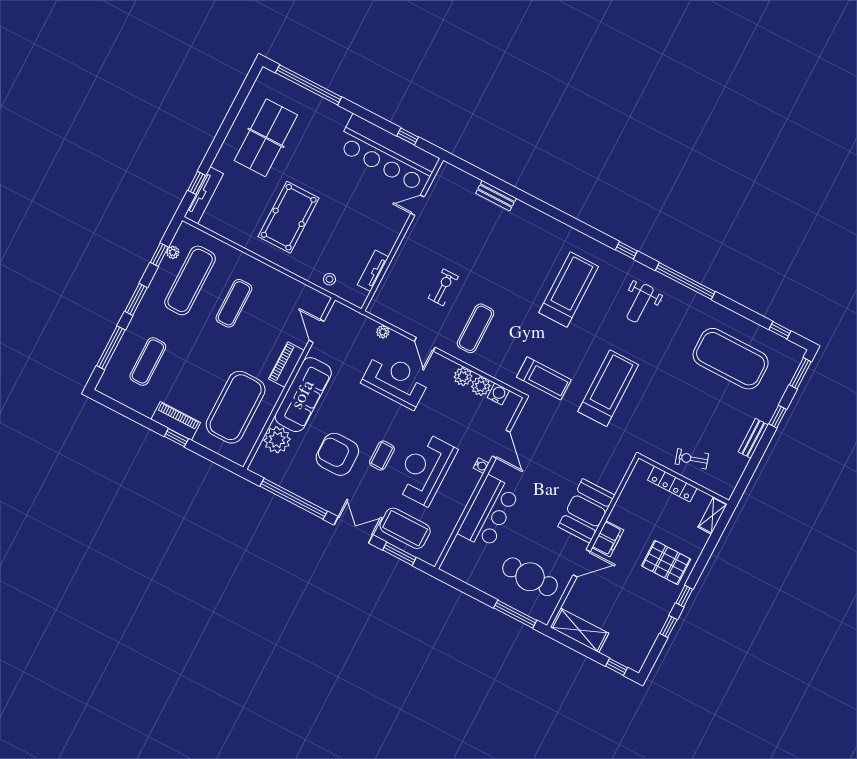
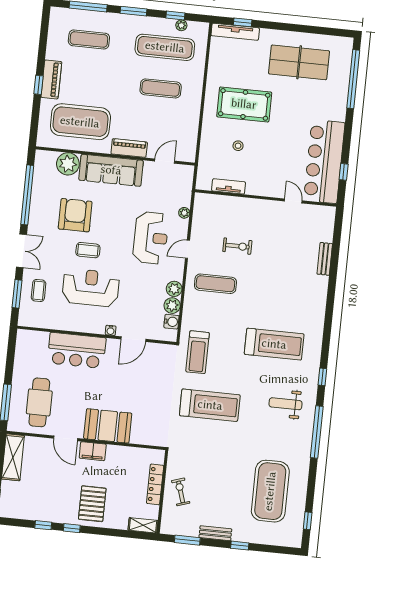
stool: (329, 279) -> (238, 146), moved
window: (800, 373) -> (187, 540), moved
coffee table: (405, 528) -> (39, 291), width x0.54, depth x0.58

